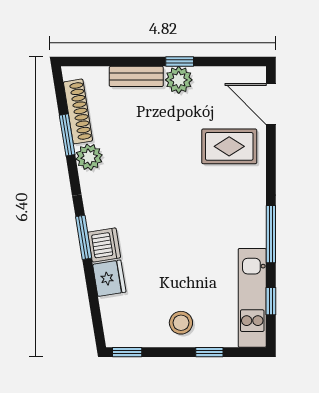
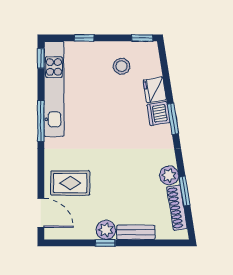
kitchen unit: (252, 298) -> (54, 89), width x1.36
window: (271, 301) -> (41, 58), moved
stool: (181, 323) -> (122, 66), moved

